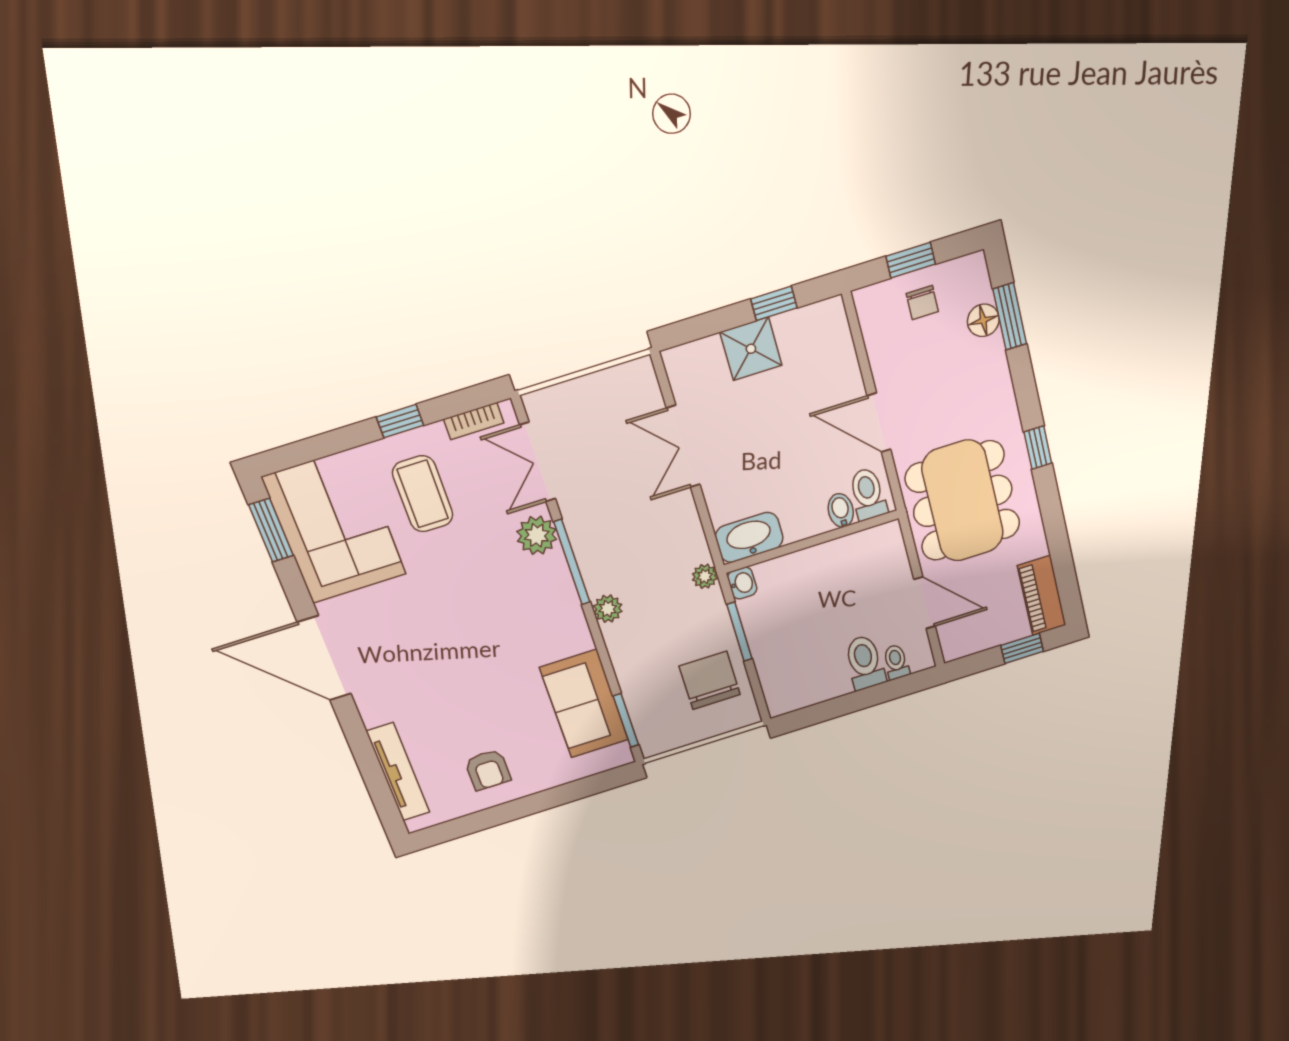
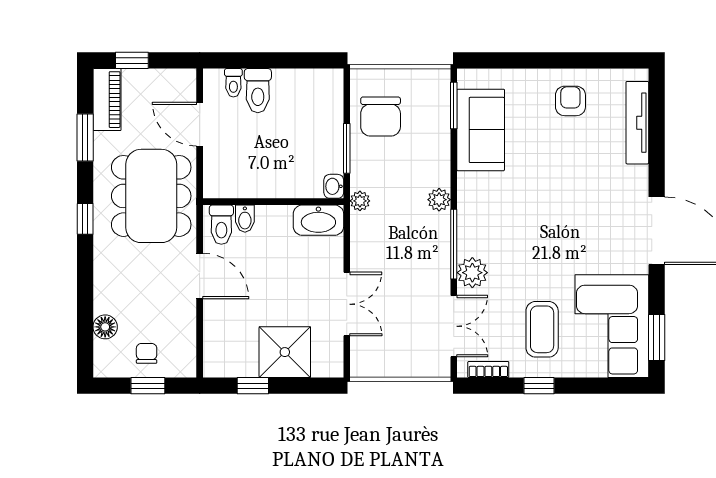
window: (1010, 316) -> (85, 138), moved
shower: (751, 349) -> (285, 352), width x1.36, depth x1.36

